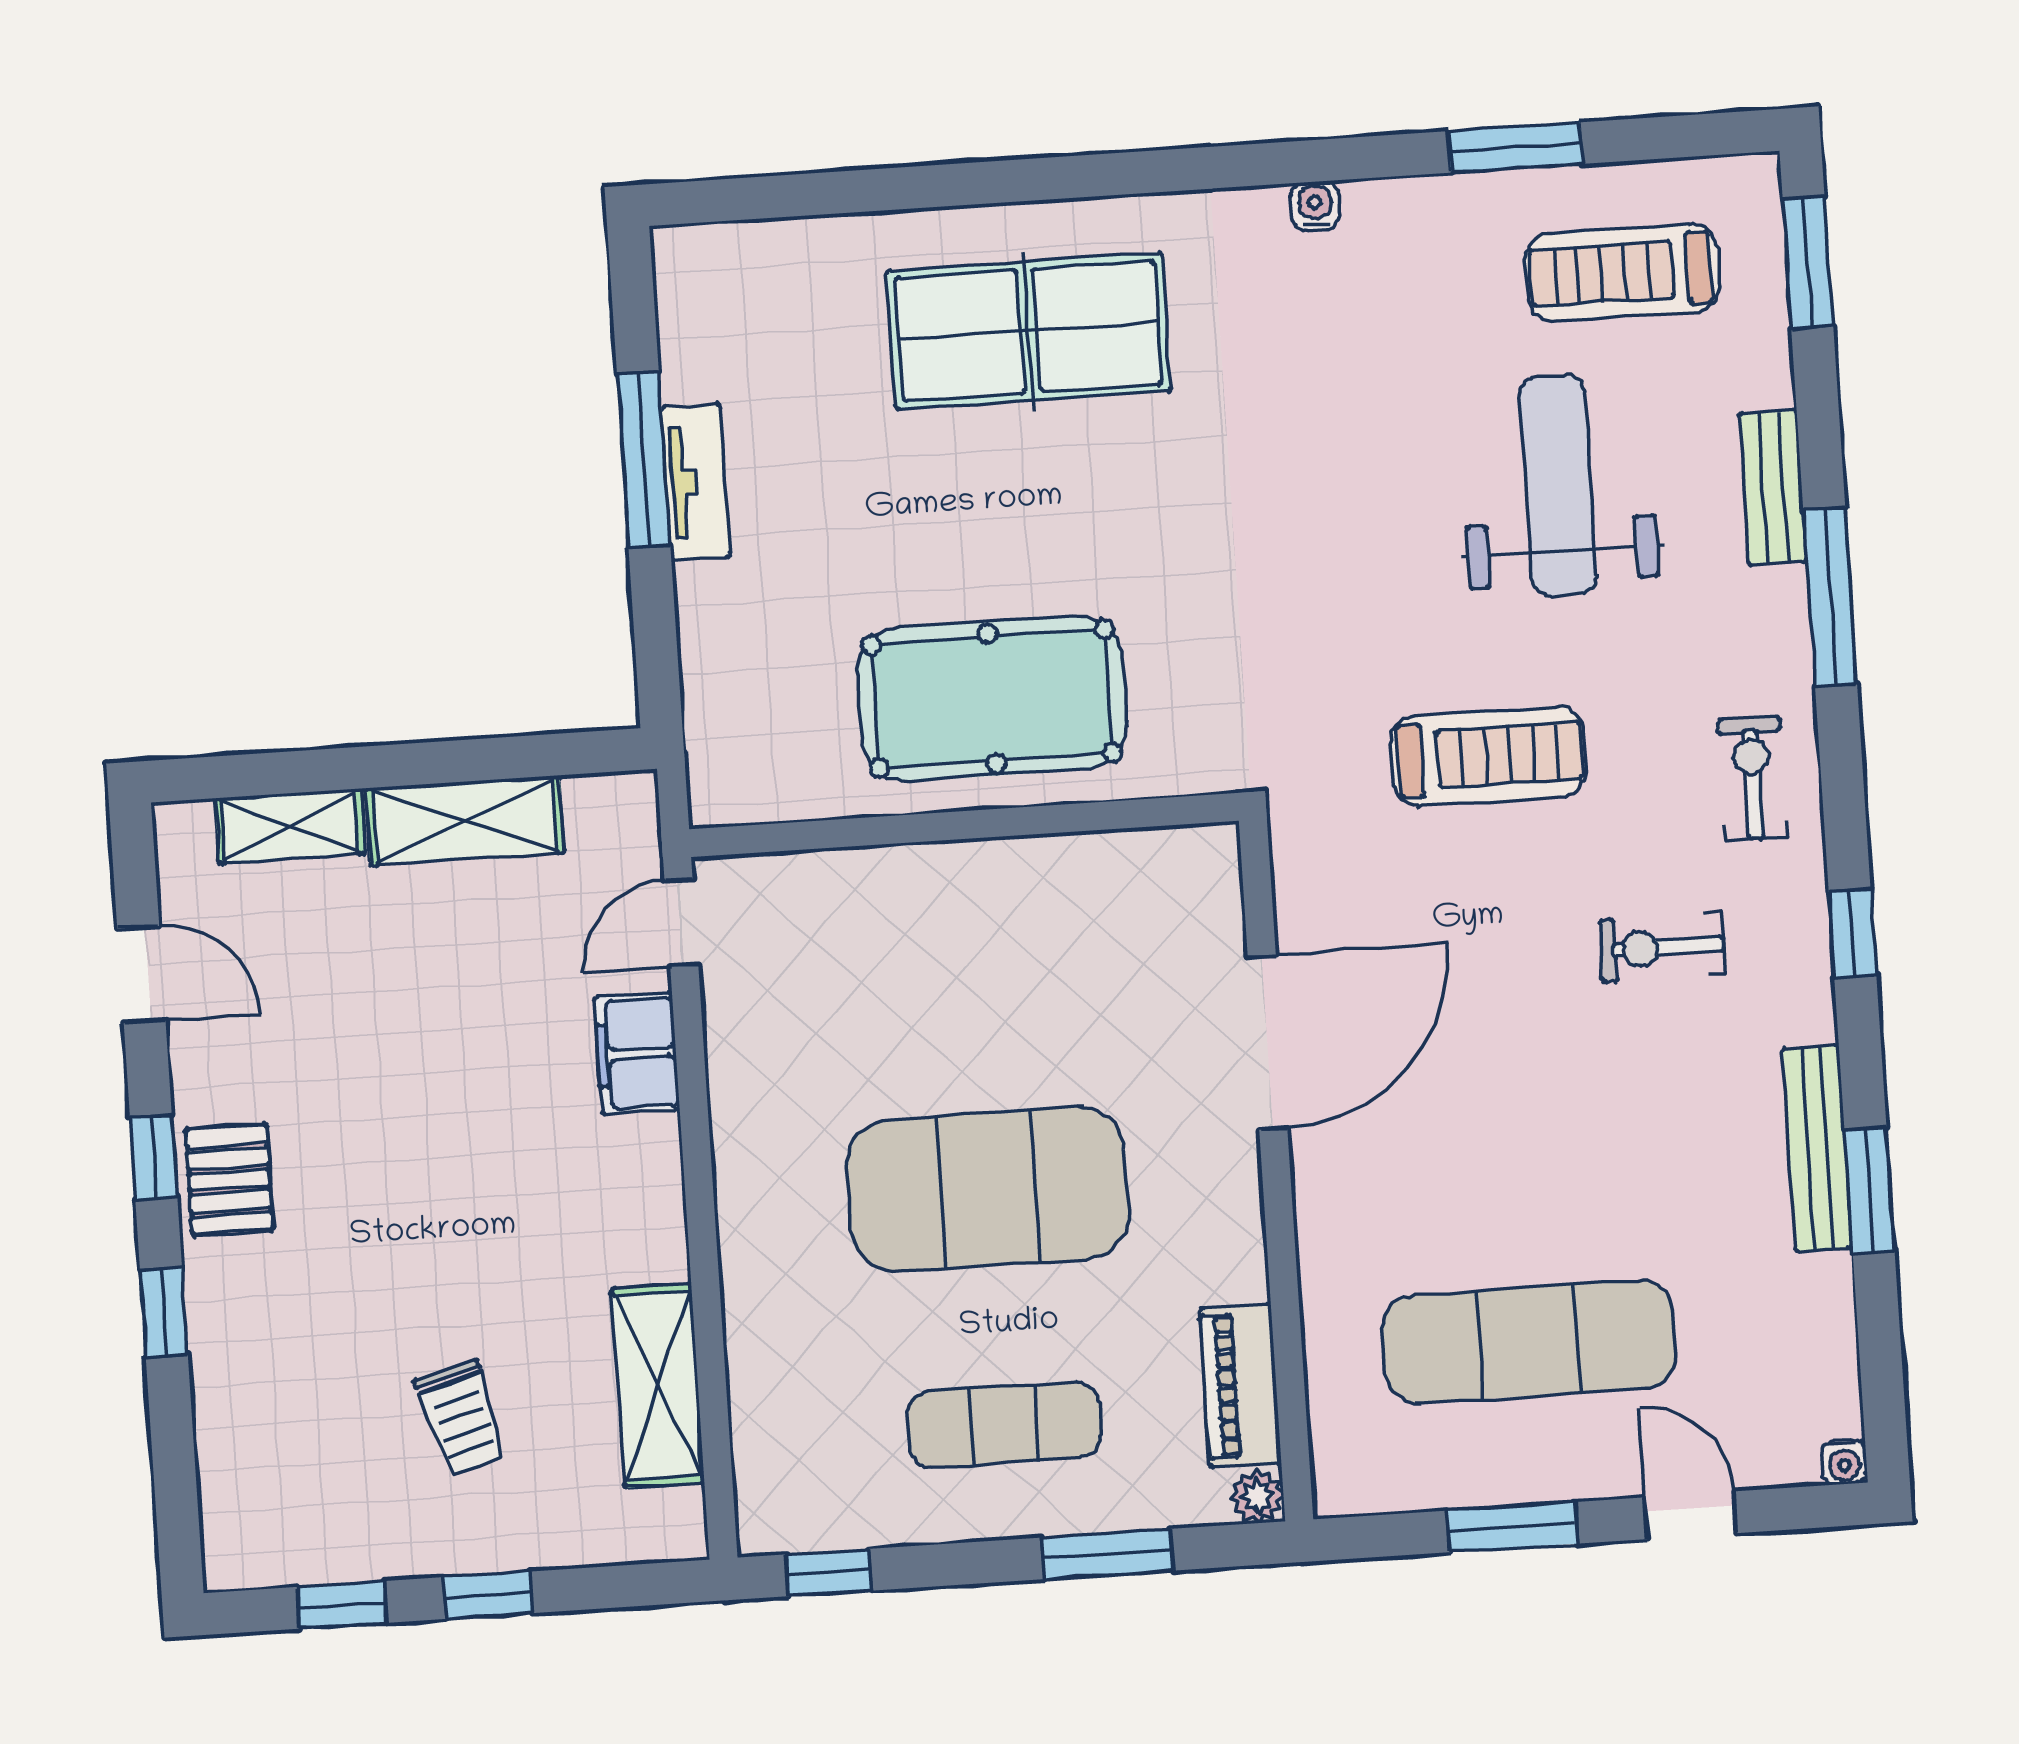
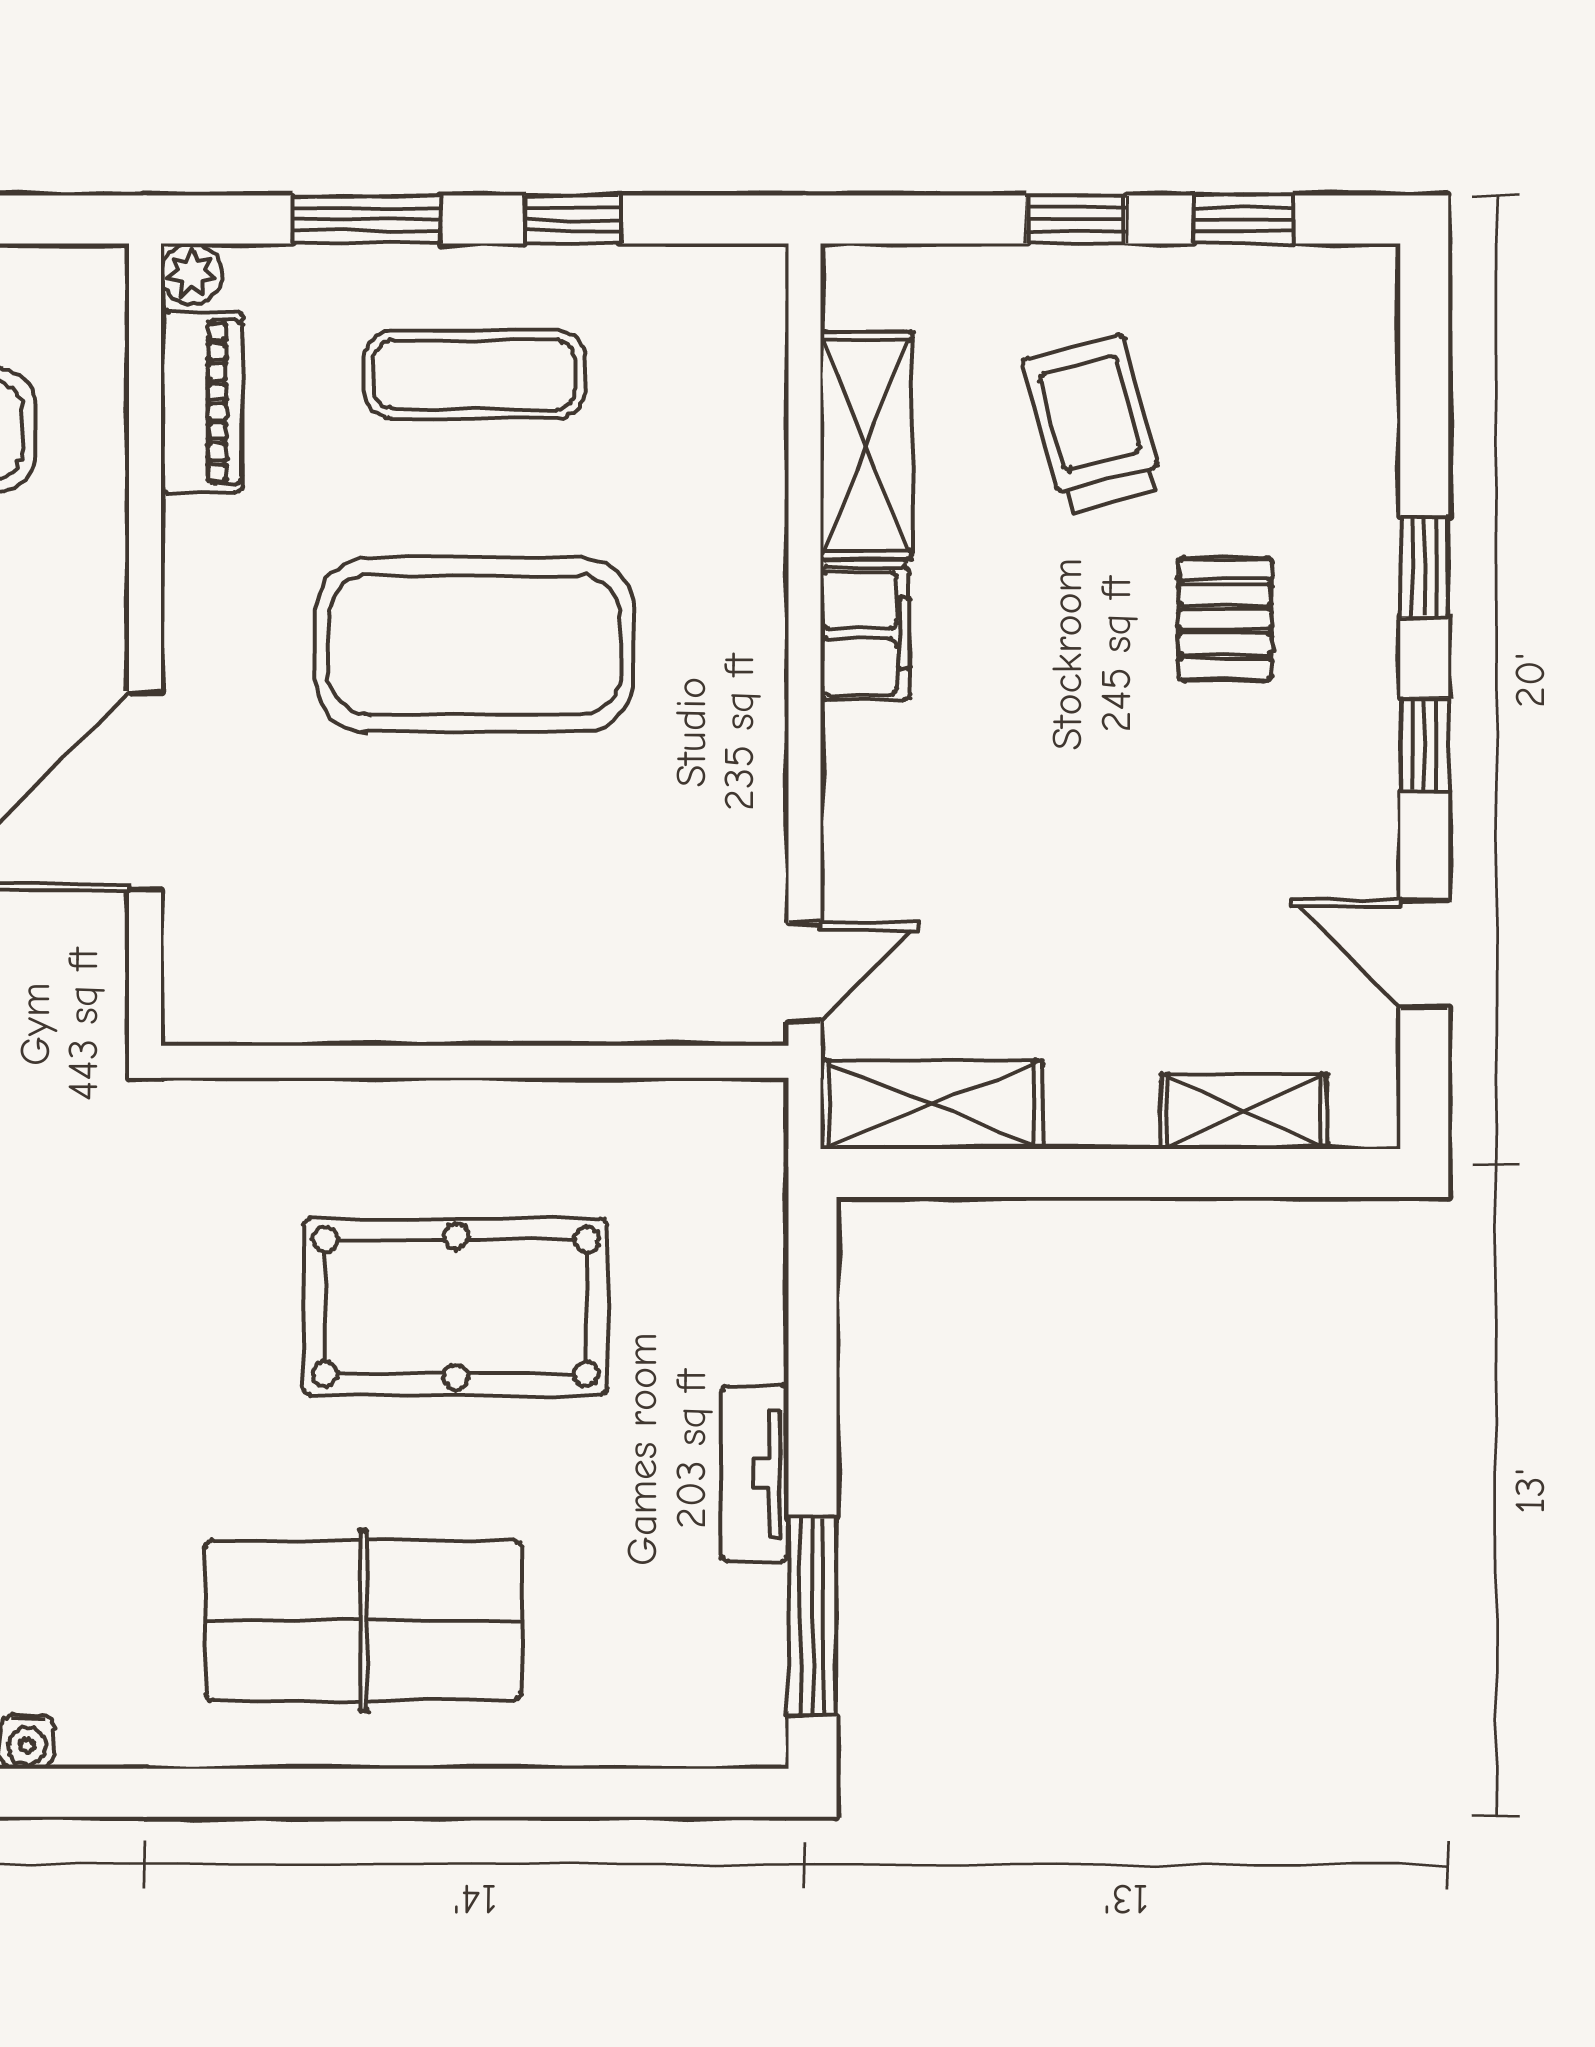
window: (644, 460) -> (812, 1616), moved
pool table: (992, 699) -> (456, 1307), moved
shelving: (465, 821) -> (931, 1105), moved
filing cabinet: (637, 1053) -> (865, 633), moved
pallet: (229, 1180) -> (1225, 619), moved
trolley: (461, 1418) -> (1093, 424), width x1.36, depth x1.39
window: (829, 1573) -> (573, 219), moved

